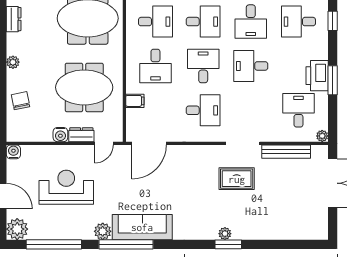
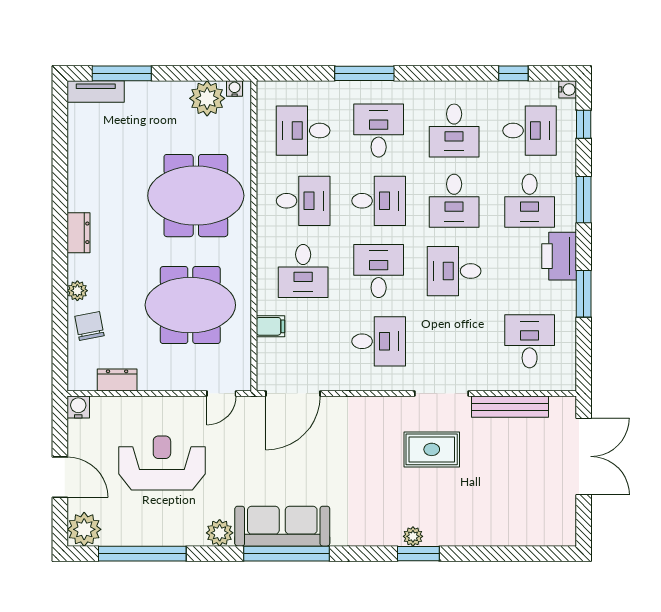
dresser: (14, 19) -> (79, 233), moved
window: (333, 21) -> (584, 200), width x1.50
desk: (298, 22) -> (530, 201), turned -90
plant: (13, 62) -> (77, 291), moved
printer: (317, 76) -> (559, 256), moved
water cooler: (60, 135) -> (153, 380), removed
dresser: (81, 135) -> (117, 380), moved
plant: (322, 136) -> (567, 382), removed
window: (126, 244) -> (287, 554), moved

